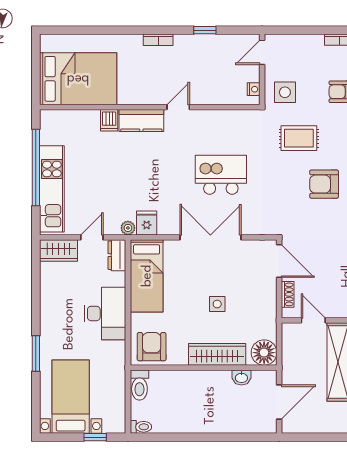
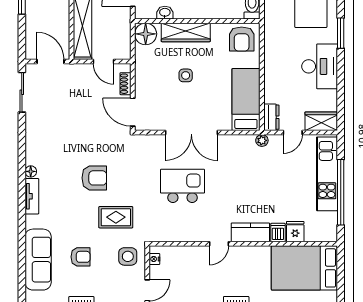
kitchen island: (221, 175) -> (183, 186), turned 180
fridge: (147, 223) -> (295, 232), moved, turned 180
desk: (105, 313) -> (320, 66), moved, turned 180

